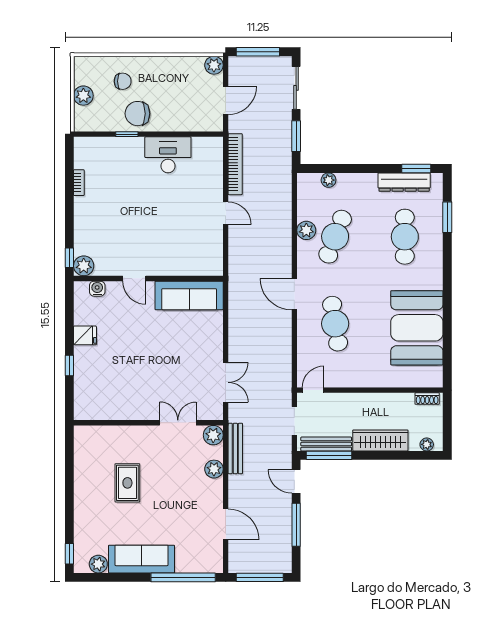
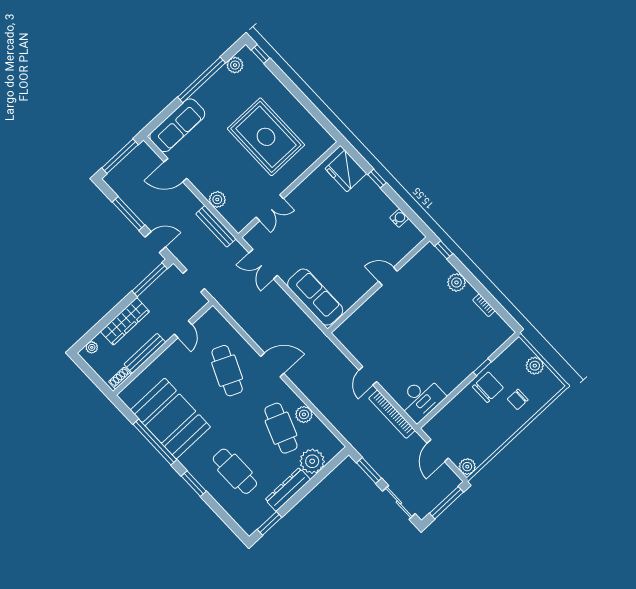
desk: (168, 155) -> (421, 399), moved
plant: (329, 180) -> (312, 461), width x1.87, depth x1.87
dresser: (404, 182) -> (288, 490), moved
door: (226, 213) -> (368, 376), hinge flipped
window: (447, 217) -> (194, 484), moved
plant: (84, 266) -> (456, 282), moved
water cooler: (97, 289) -> (399, 218), moved, turned -90
sofa: (189, 295) -> (315, 297), moved, turned 90
window: (447, 321) -> (155, 442), added
cafe table: (335, 324) -> (227, 371), turned 33
fridge: (85, 335) -> (346, 171), moved, width x1.88, depth x1.34
door: (313, 390) -> (183, 329), moved
plant: (213, 435) -> (239, 221), removed
bench: (326, 444) -> (145, 353), moved
rug: (127, 483) -> (266, 137), width x1.86, depth x2.06
sofa: (142, 559) -> (177, 125), moved
window: (183, 577) -> (201, 80), moved

